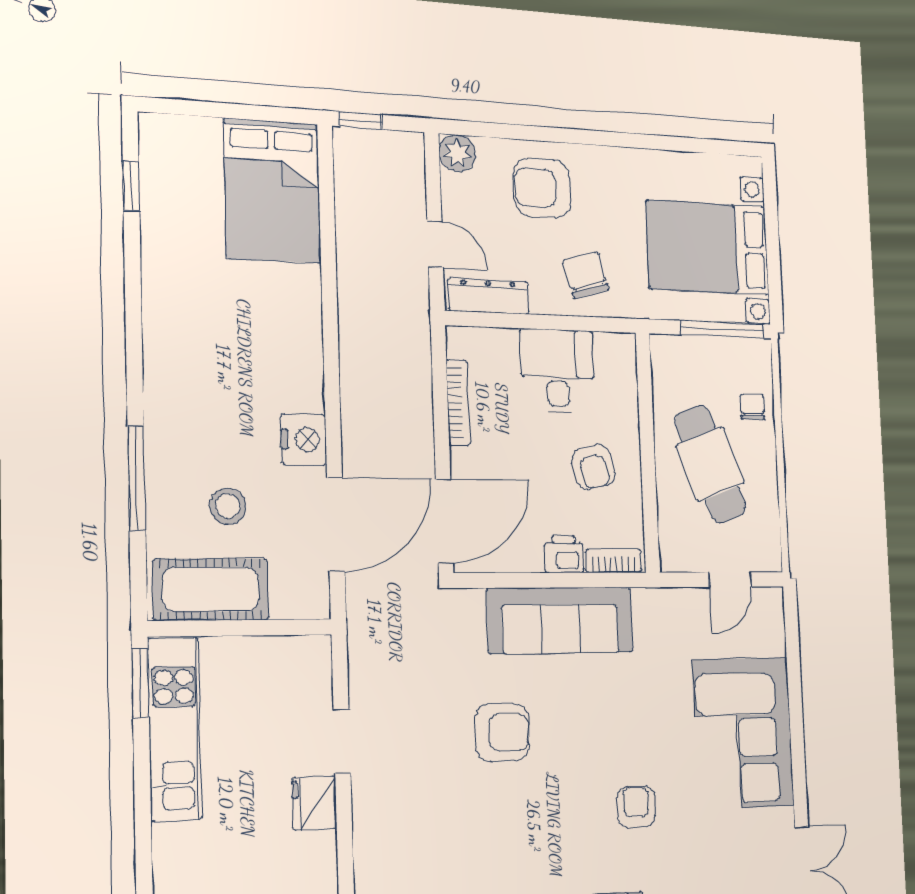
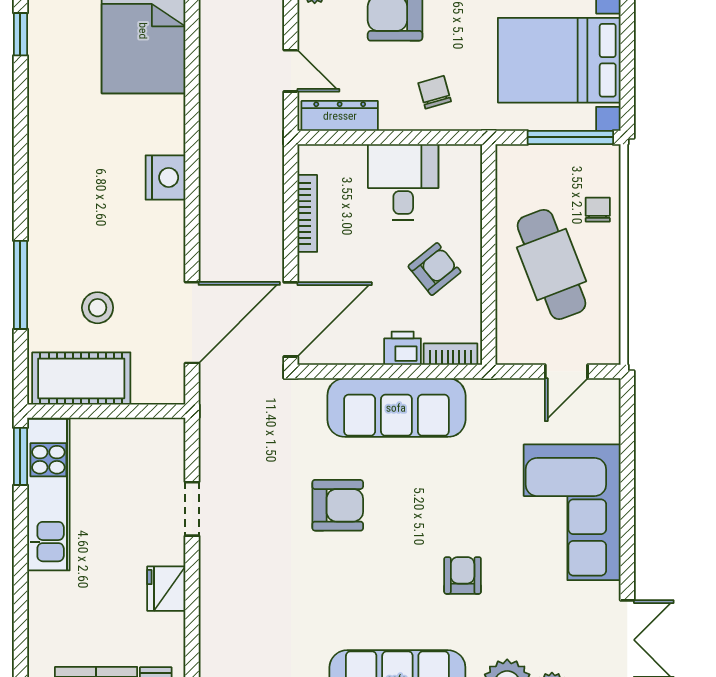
chair: (586, 275) -> (435, 92), width x0.73, depth x0.73
nightstand: (304, 440) -> (165, 177), moved
armchair: (593, 467) -> (435, 269), turned -114
fridge: (314, 803) -> (166, 589), moved

